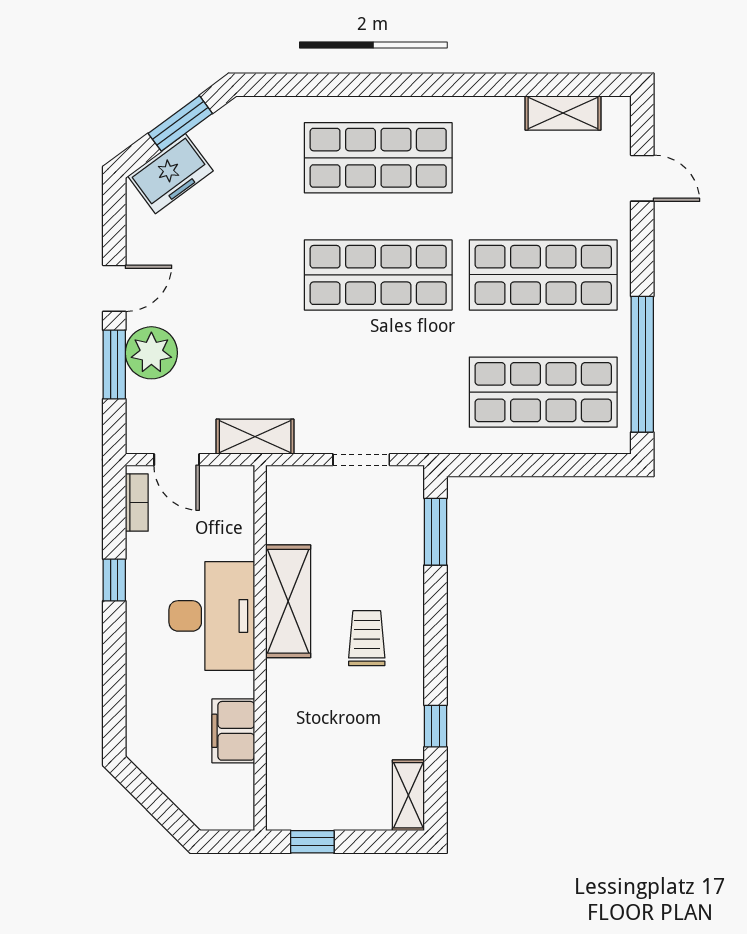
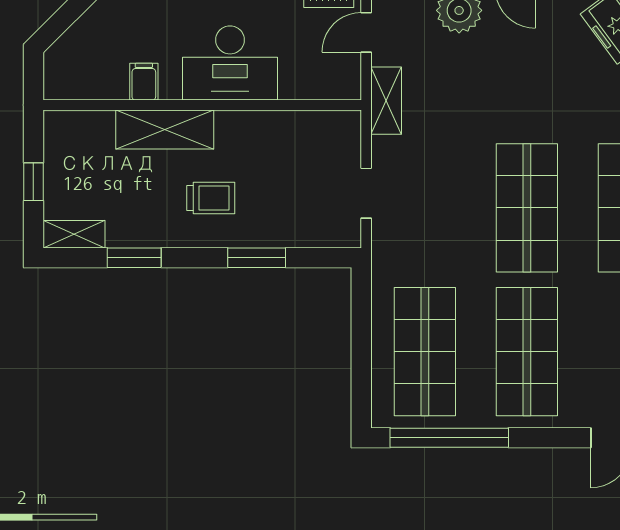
window: (435, 532) -> (257, 258), moved
shelving: (288, 601) -> (165, 129), moved
window: (435, 726) -> (134, 258), width x1.50
filing cabinet: (233, 731) -> (144, 82), width x0.50
window: (312, 842) -> (33, 182), moved

